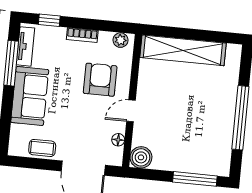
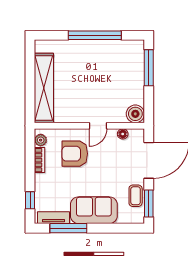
bookcase: (82, 35) -> (40, 160), moved
door: (131, 111) -> (98, 126), hinge flipped
window: (31, 163) -> (149, 203), added

